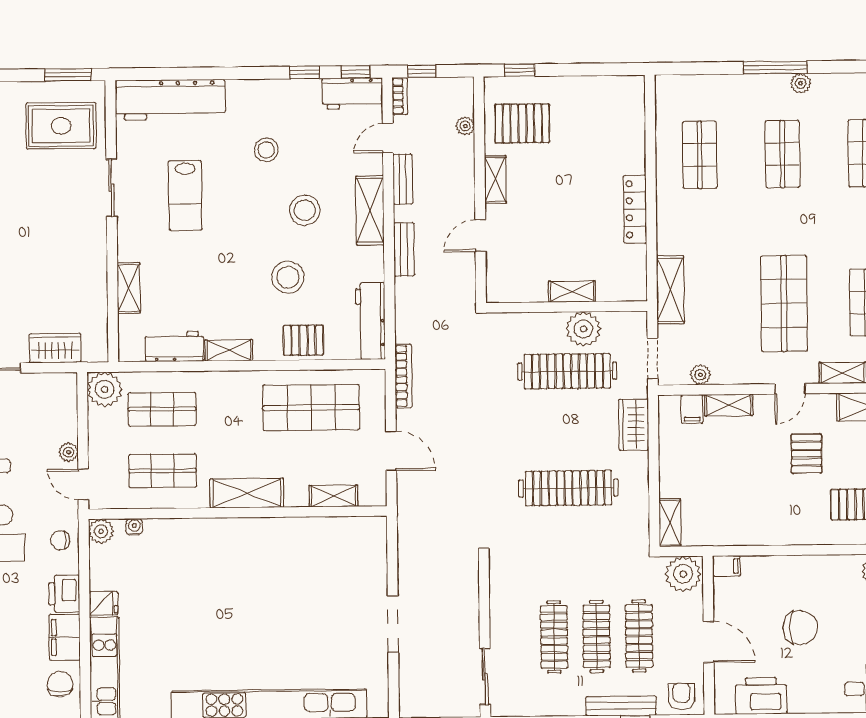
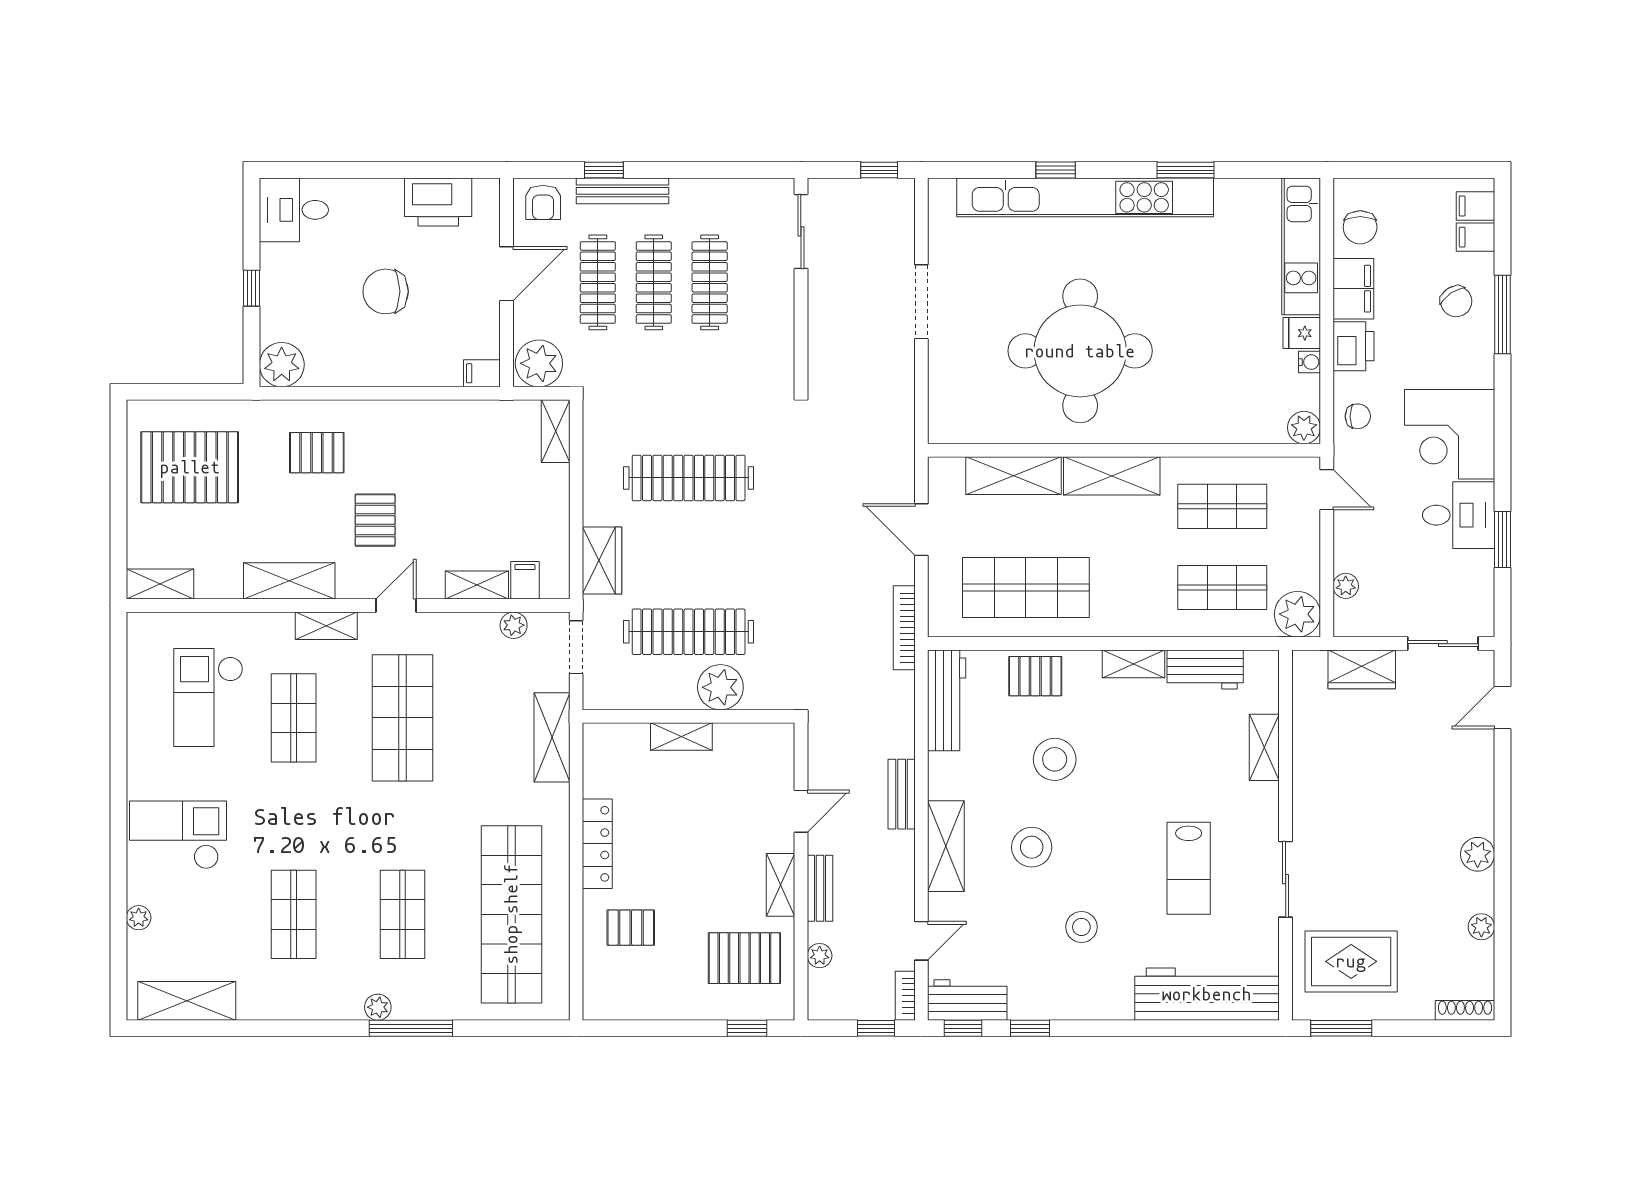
pallet: (609, 146) -> (631, 928), added
shop shelf: (700, 155) -> (511, 914), width x2.00, depth x1.36
bench: (403, 179) -> (820, 888), moved
lab bench: (185, 195) -> (1189, 868), turned 180
plant: (583, 329) -> (720, 687), moved
plant: (68, 452) -> (1346, 586), moved
shelving: (334, 496) -> (1014, 476), width x1.50, depth x1.33
water cooler: (134, 527) -> (1310, 362), moved, turned -90
round table: (272, 588) -> (1080, 351), added
door: (709, 642) -> (506, 274), swing flipped

